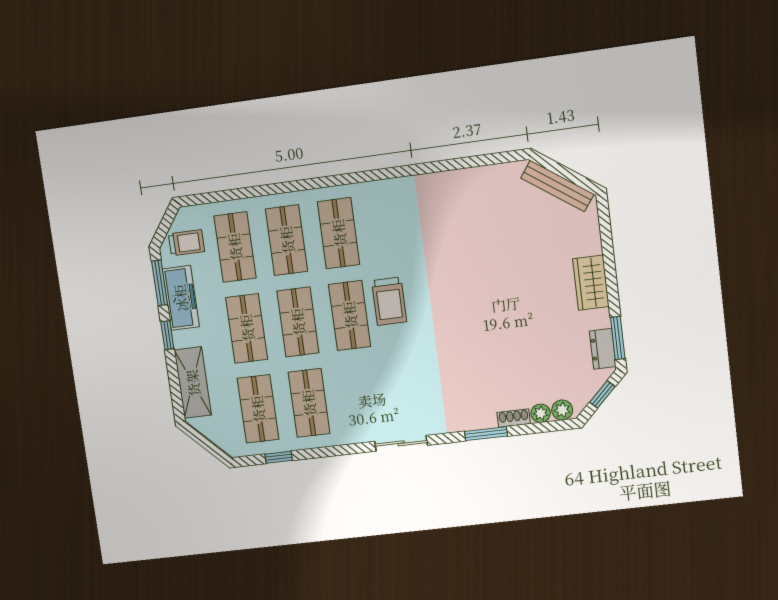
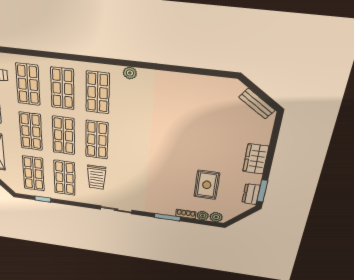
bench: (557, 186) -> (257, 104), width x0.73
plant: (379, 189) -> (130, 73), added
trolley: (389, 301) -> (97, 177), moved
rug: (532, 351) -> (207, 185), added
window: (602, 394) -> (243, 216), removed

